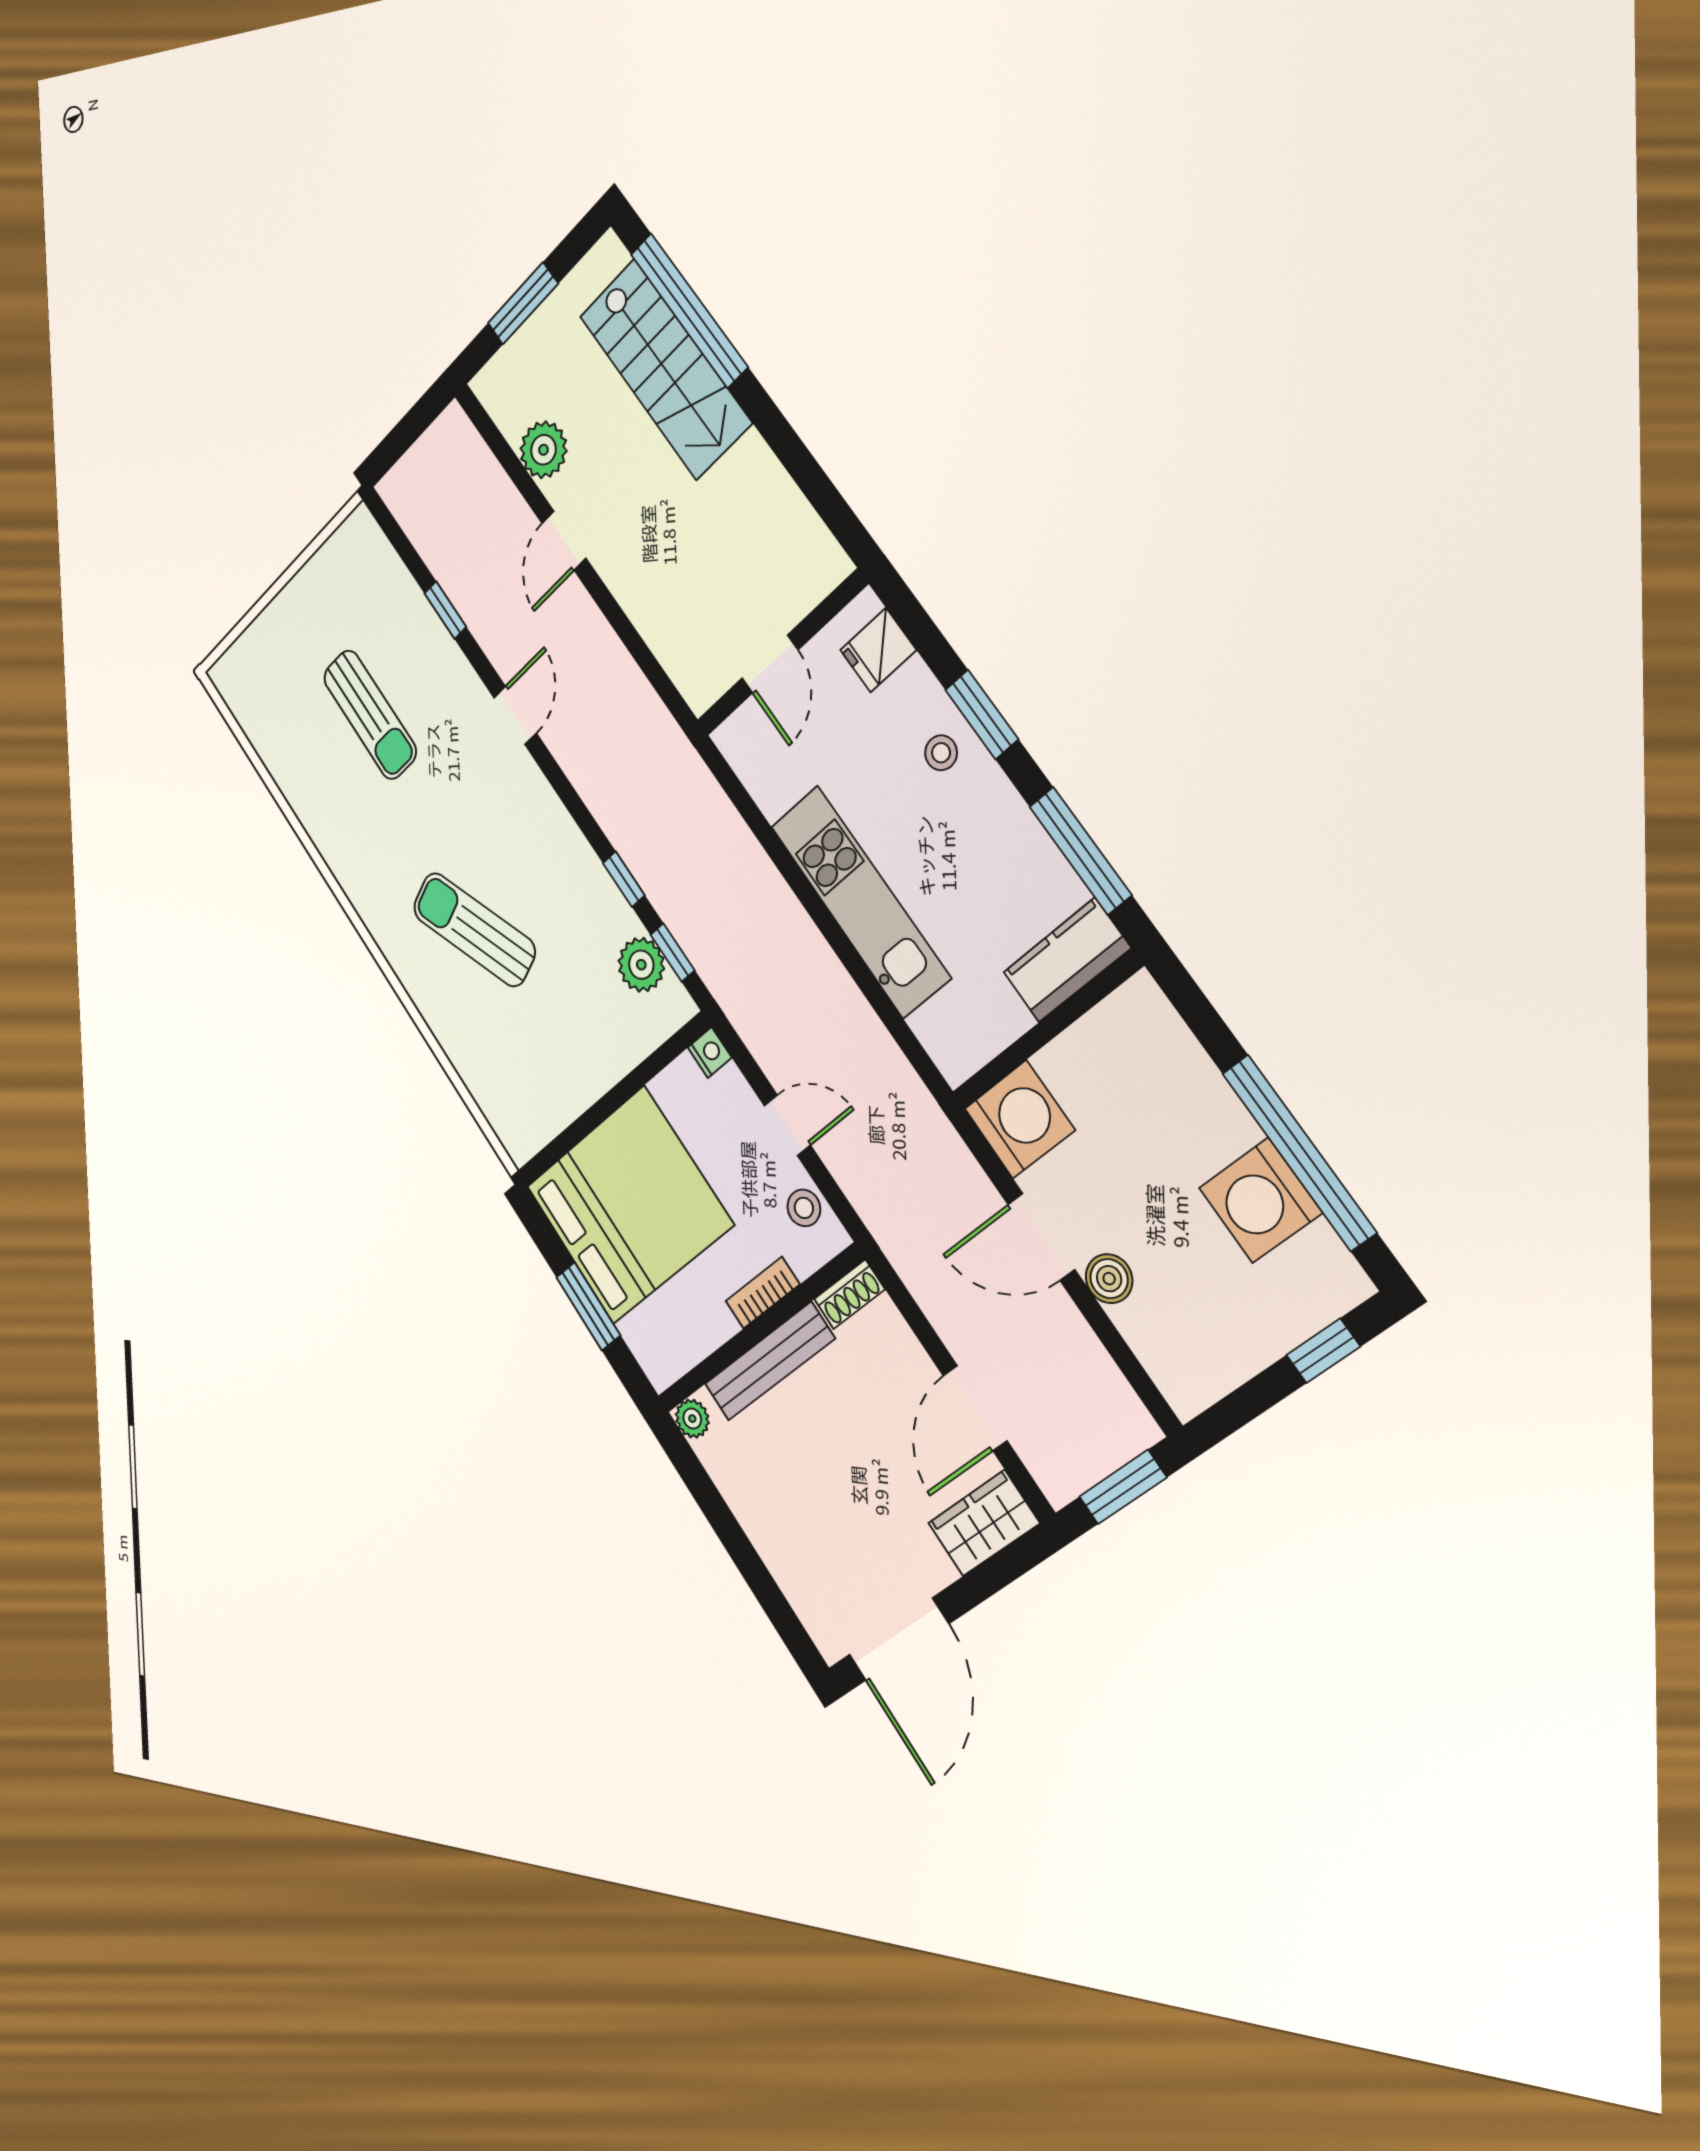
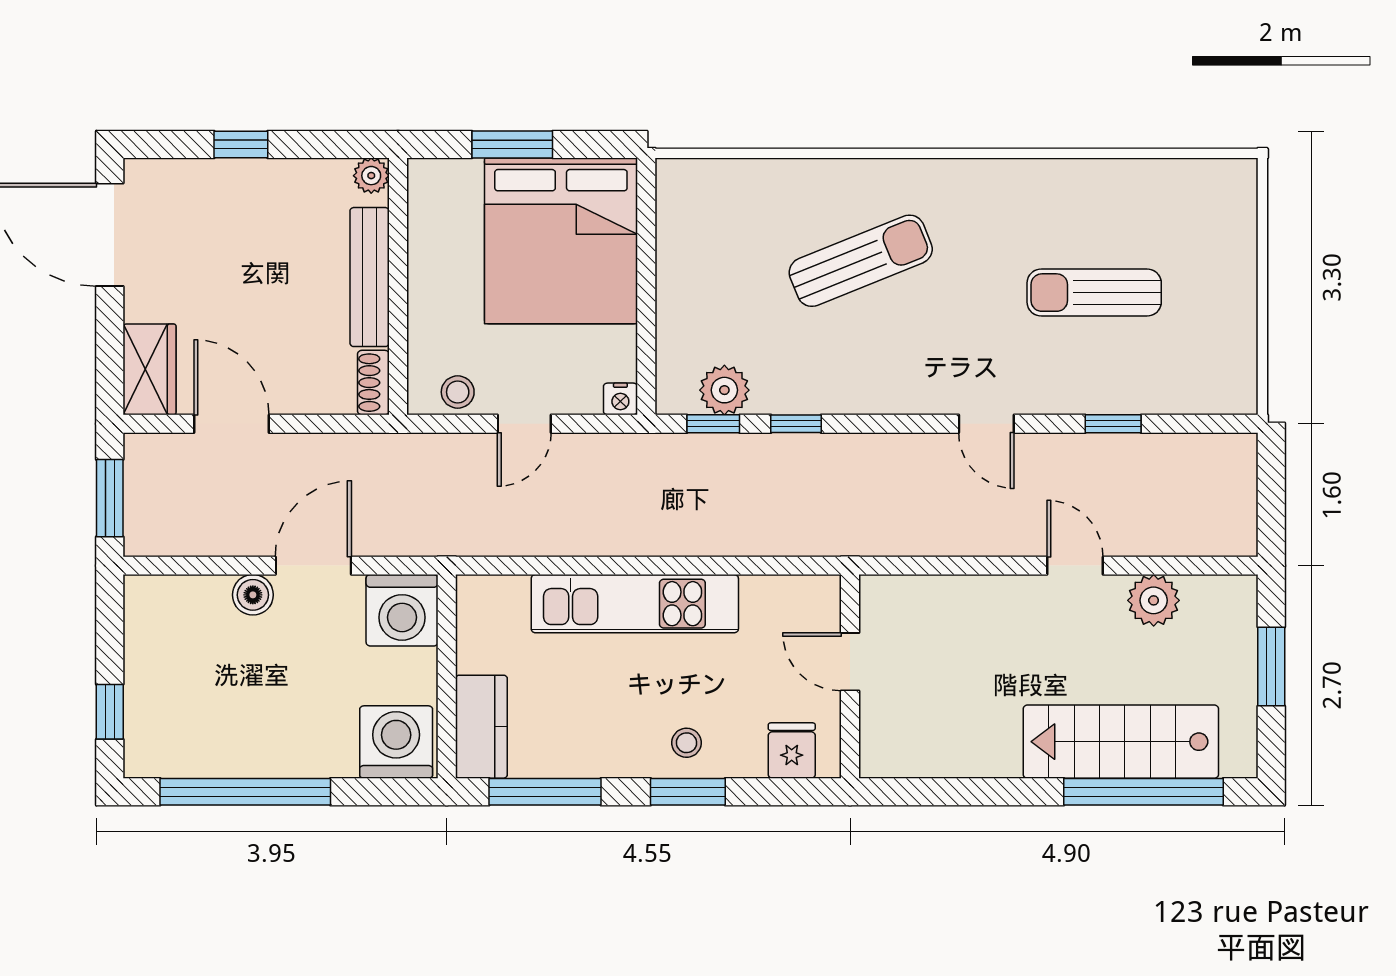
washing machine: (1260, 1200) -> (396, 742), moved
bookcase: (763, 1293) -> (422, 310), removed
window: (747, 1560) -> (241, 144), added

